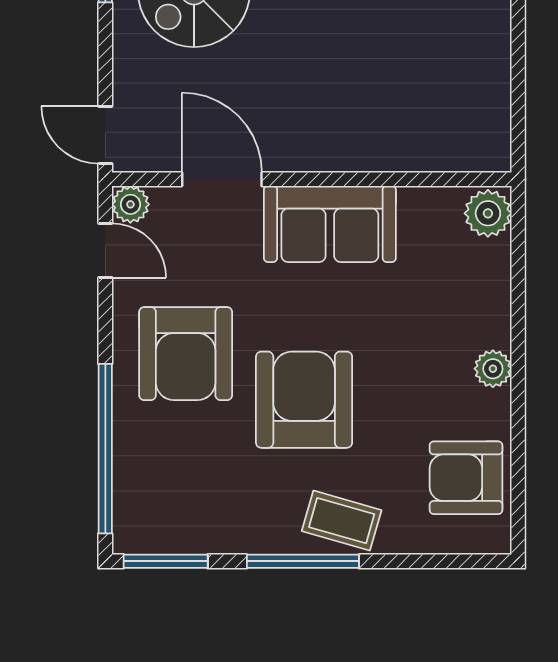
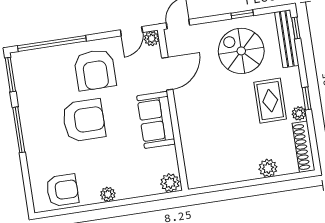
armchair: (186, 354) -> (95, 70), turned -90
armchair: (466, 478) -> (62, 190), turned 90
coffee table: (342, 521) -> (37, 143), removed

